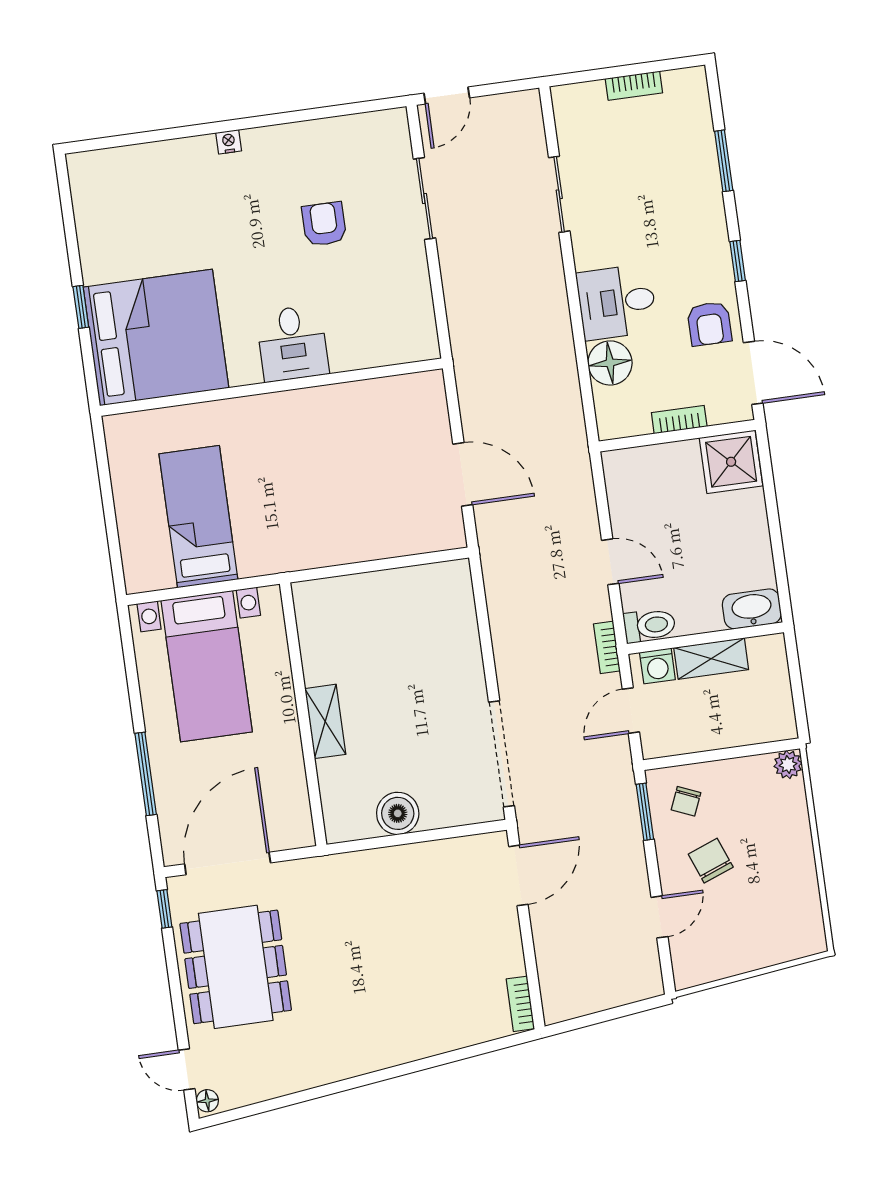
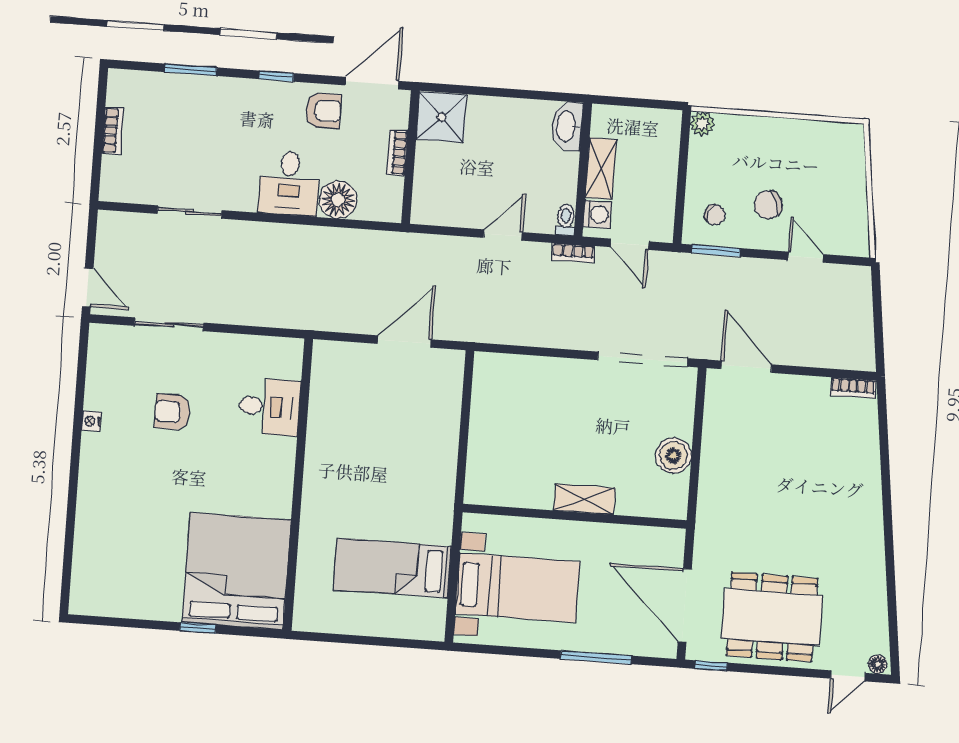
nightstand: (229, 142) -> (91, 421), moved
desk: (292, 343) -> (269, 407), moved
toilet: (649, 625) -> (566, 220), width x0.73, depth x0.72

